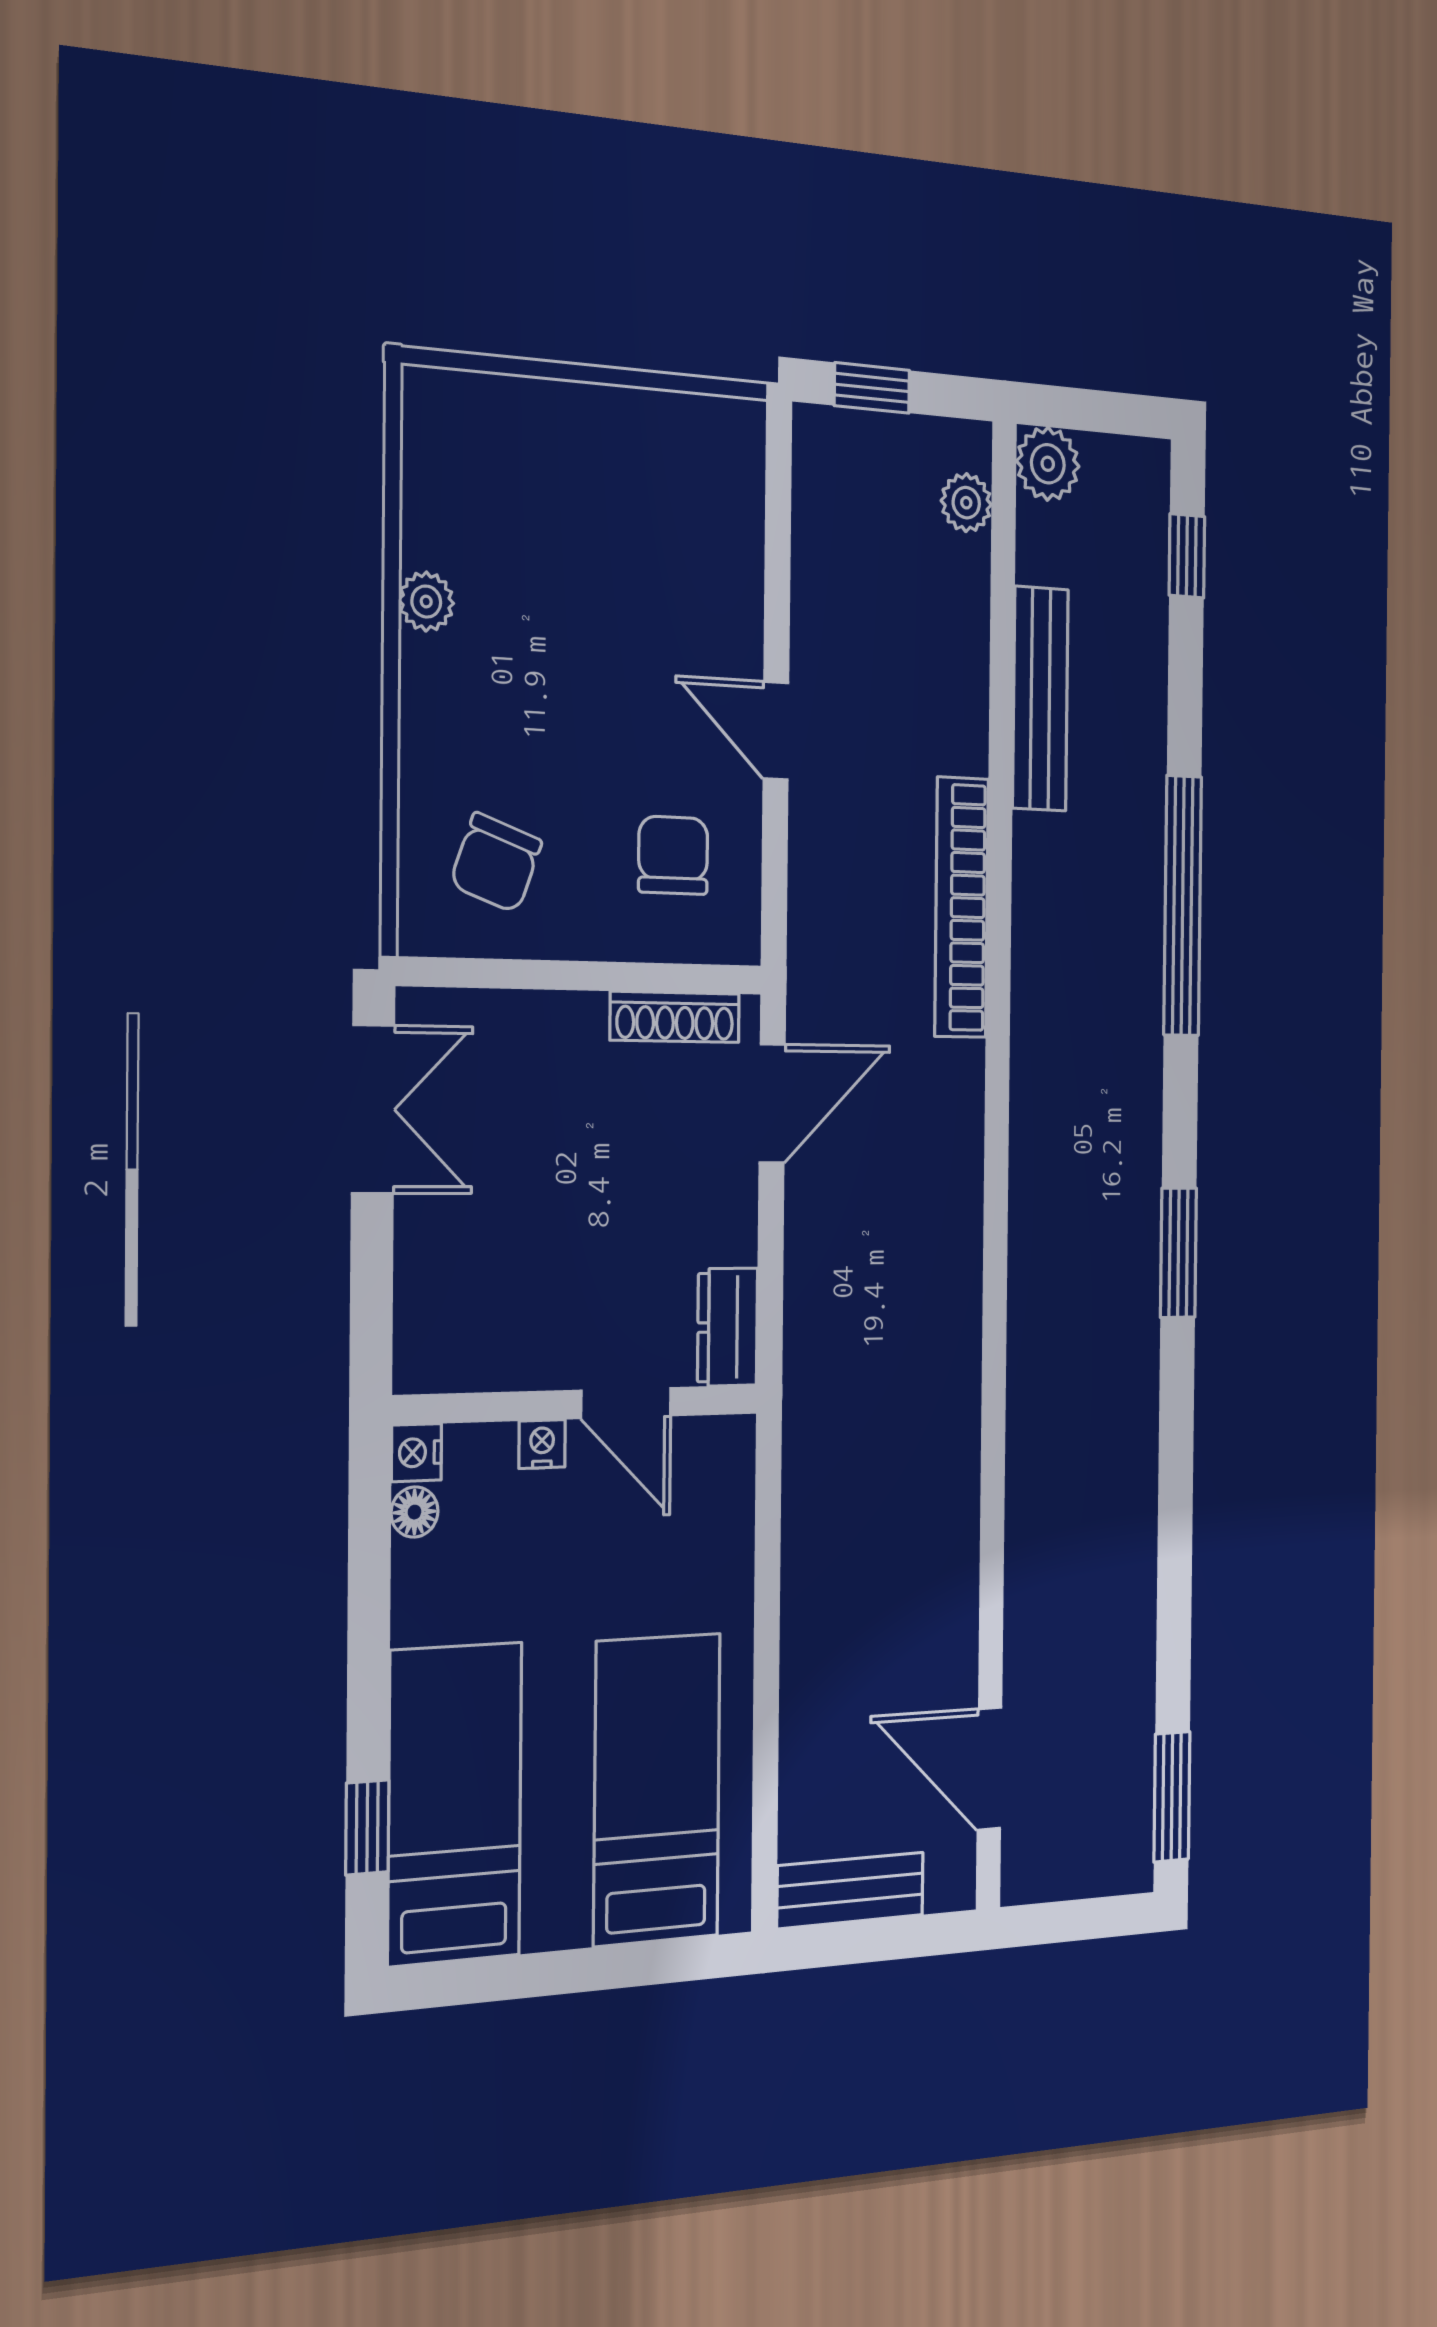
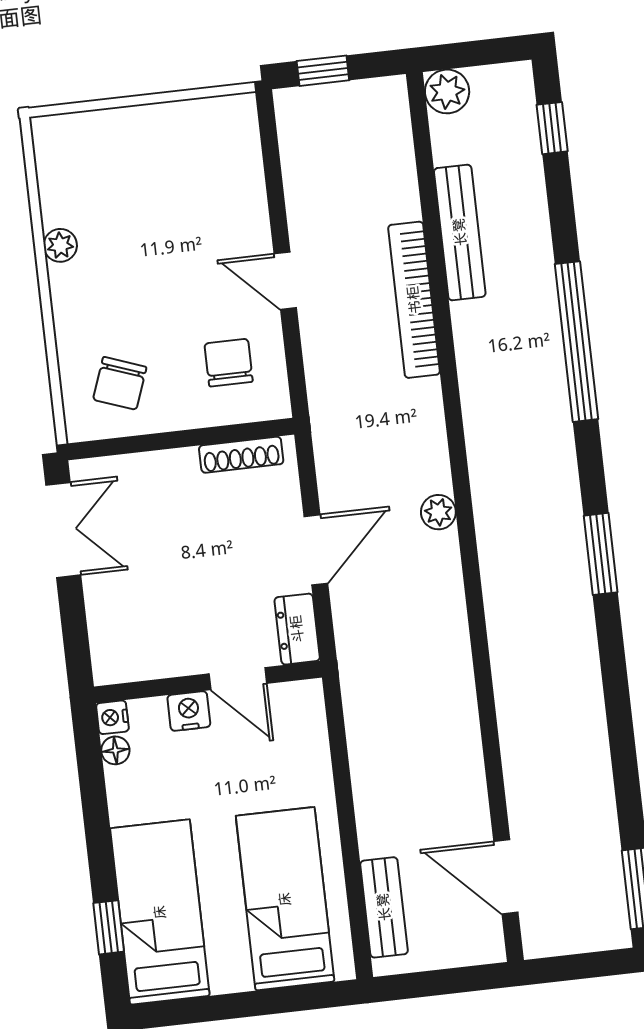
plant: (966, 503) -> (438, 512), moved
bookcase: (962, 907) -> (414, 300), moved
door: (772, 1104) -> (316, 550), moved
nightstand: (542, 1444) -> (189, 711), width x1.39, depth x1.35
bench: (850, 1890) -> (384, 907), moved, turned 90

